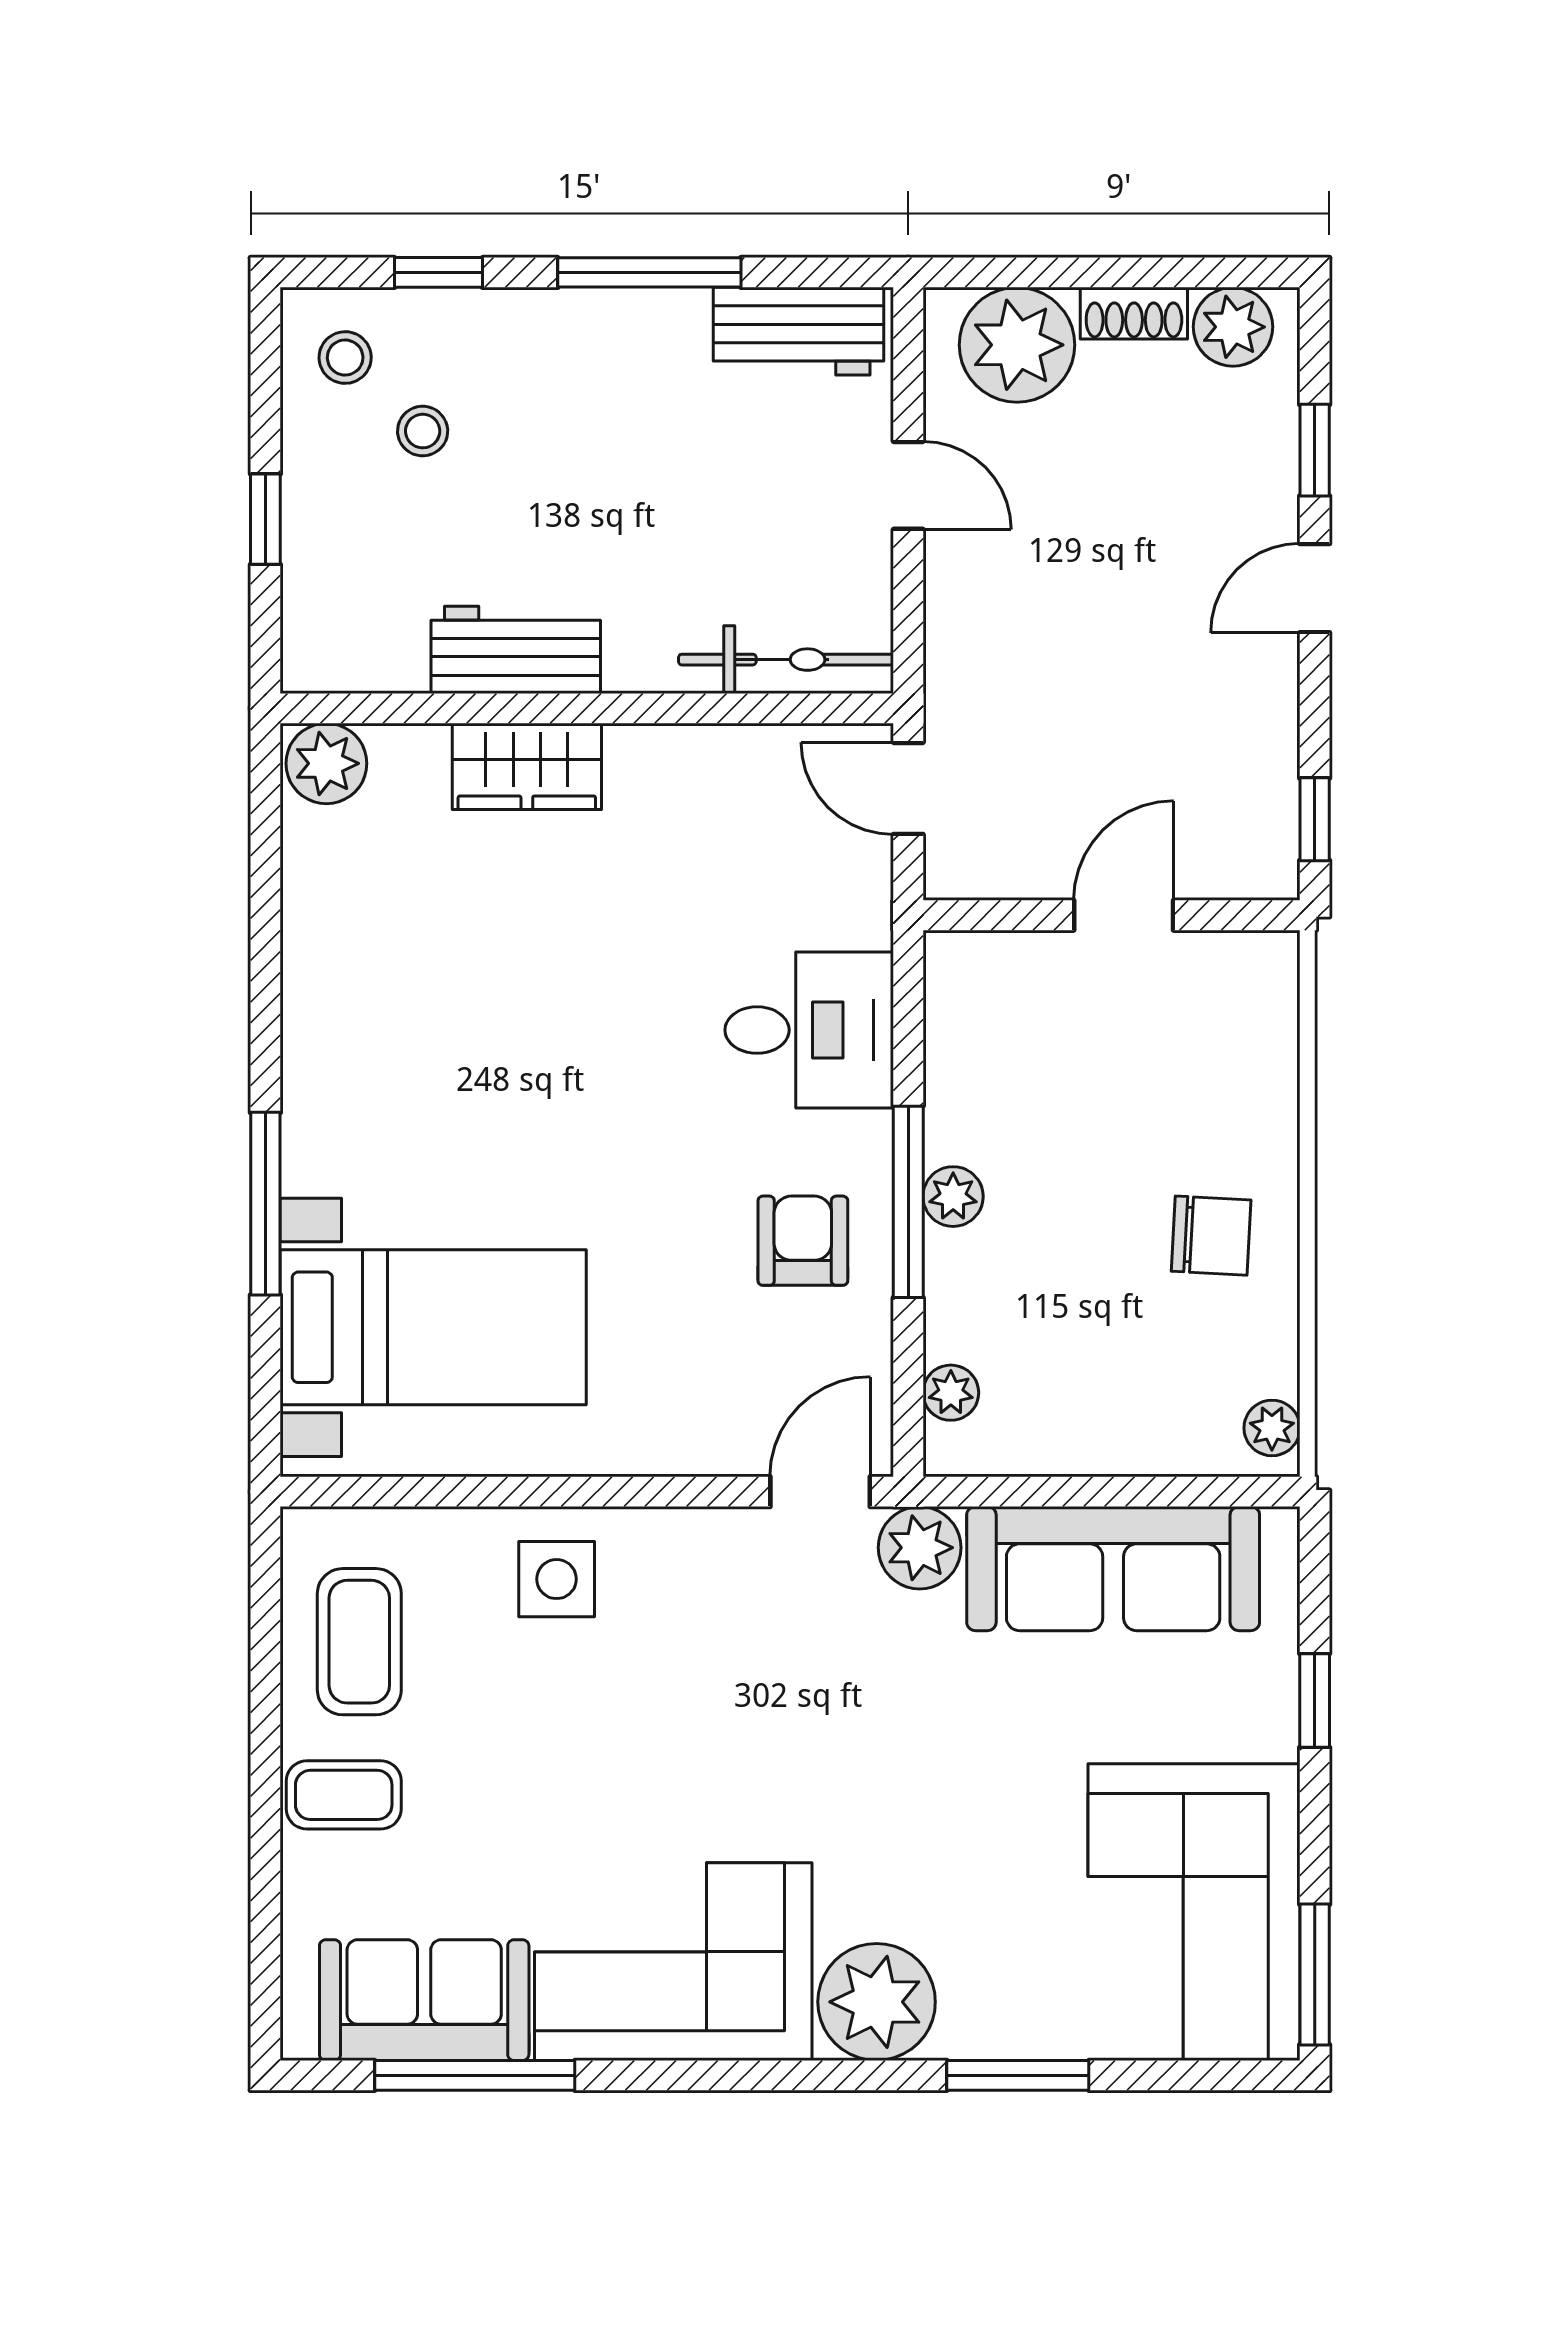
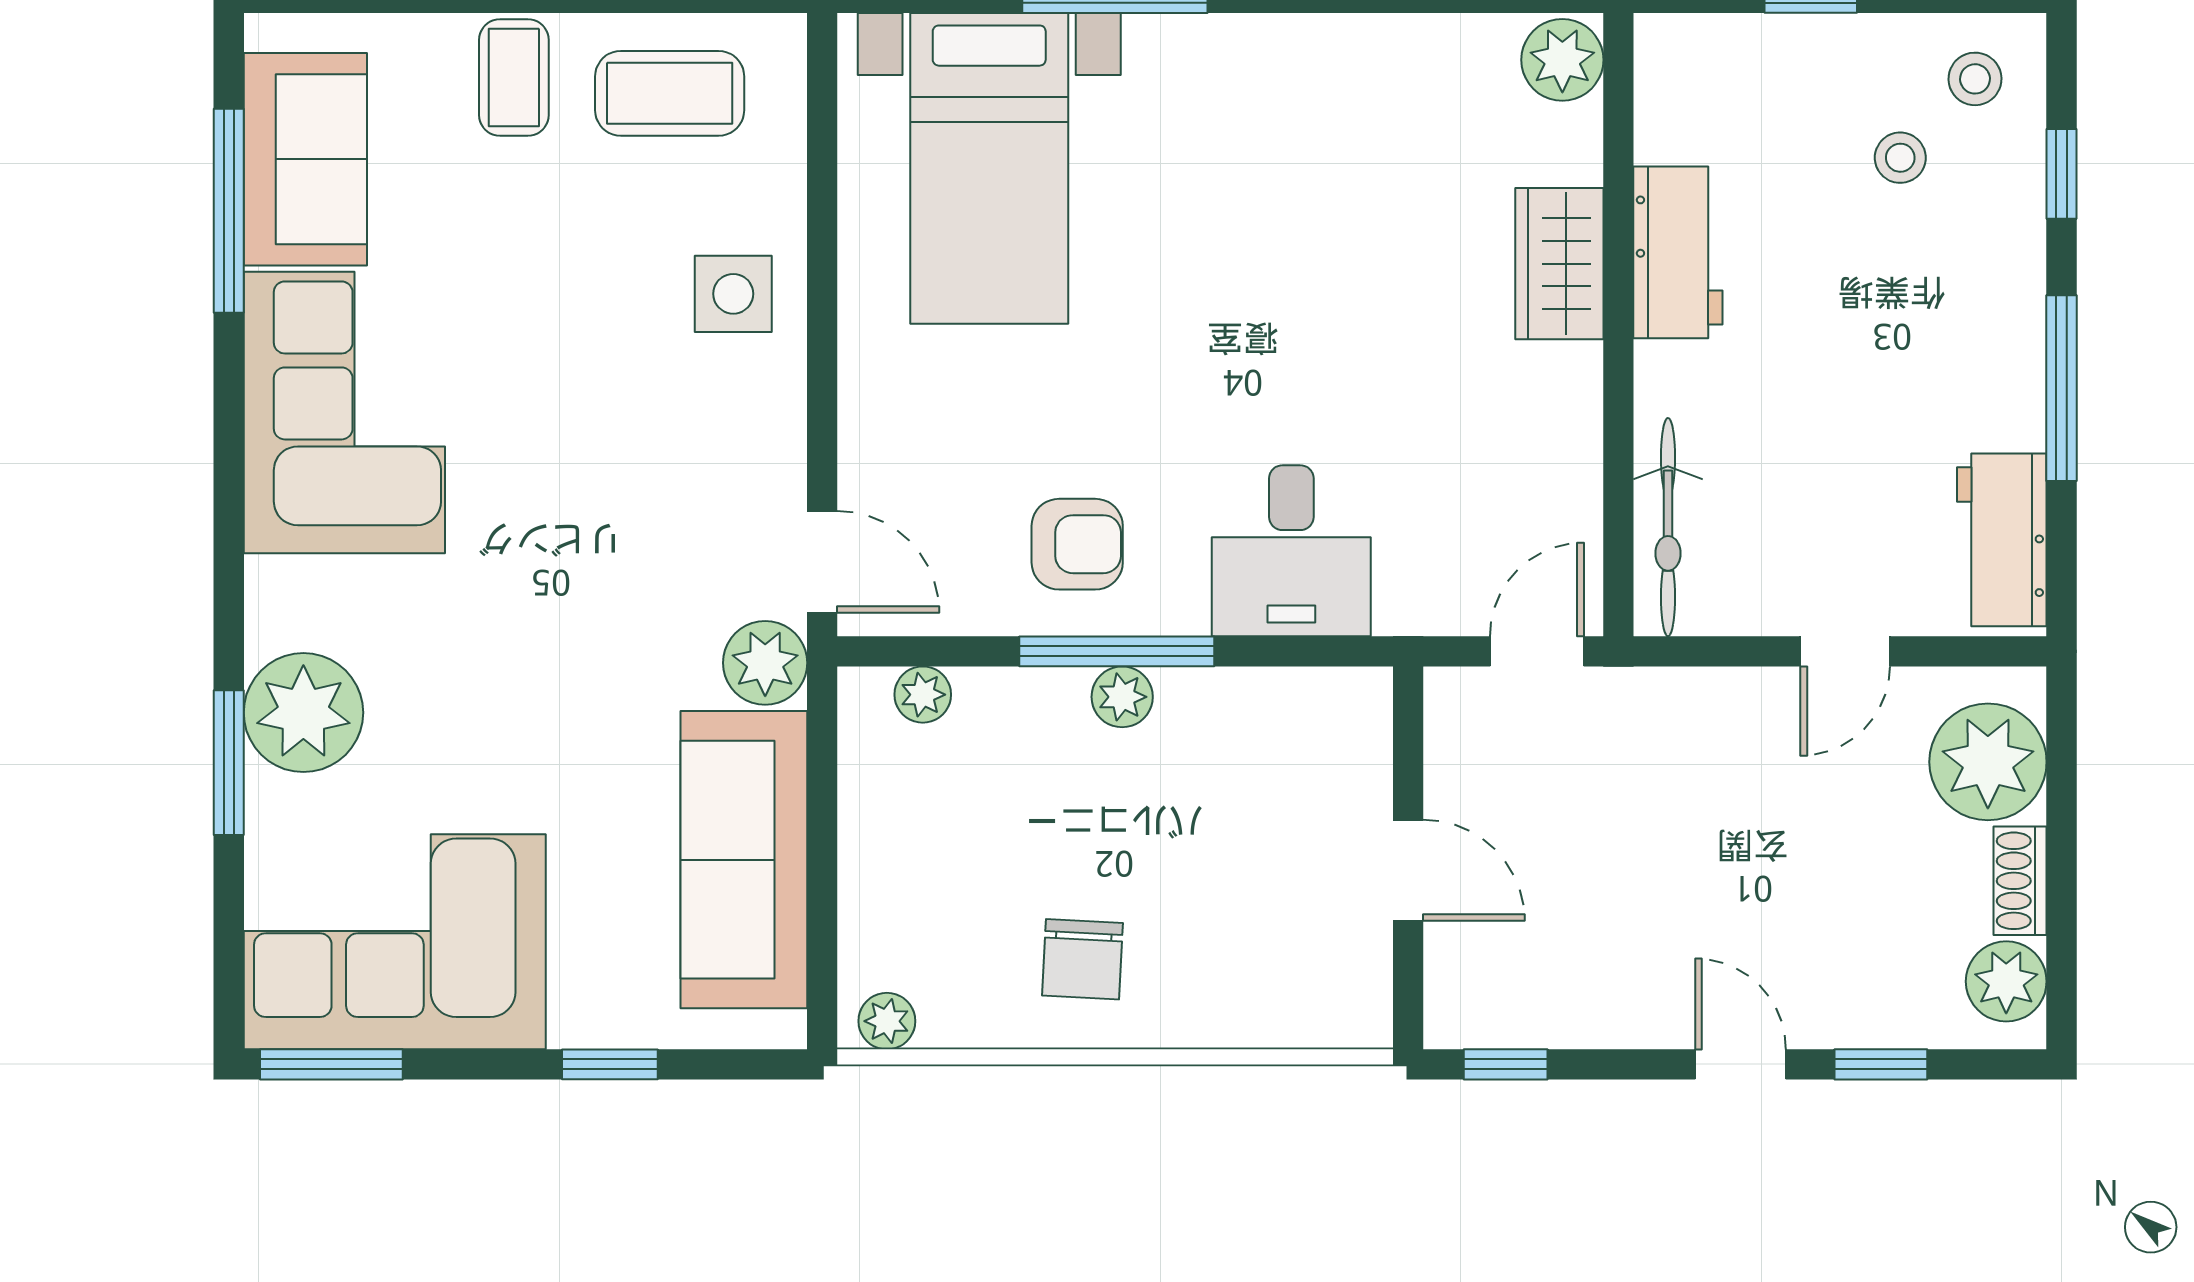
plant: (877, 2002) -> (303, 713), moved

